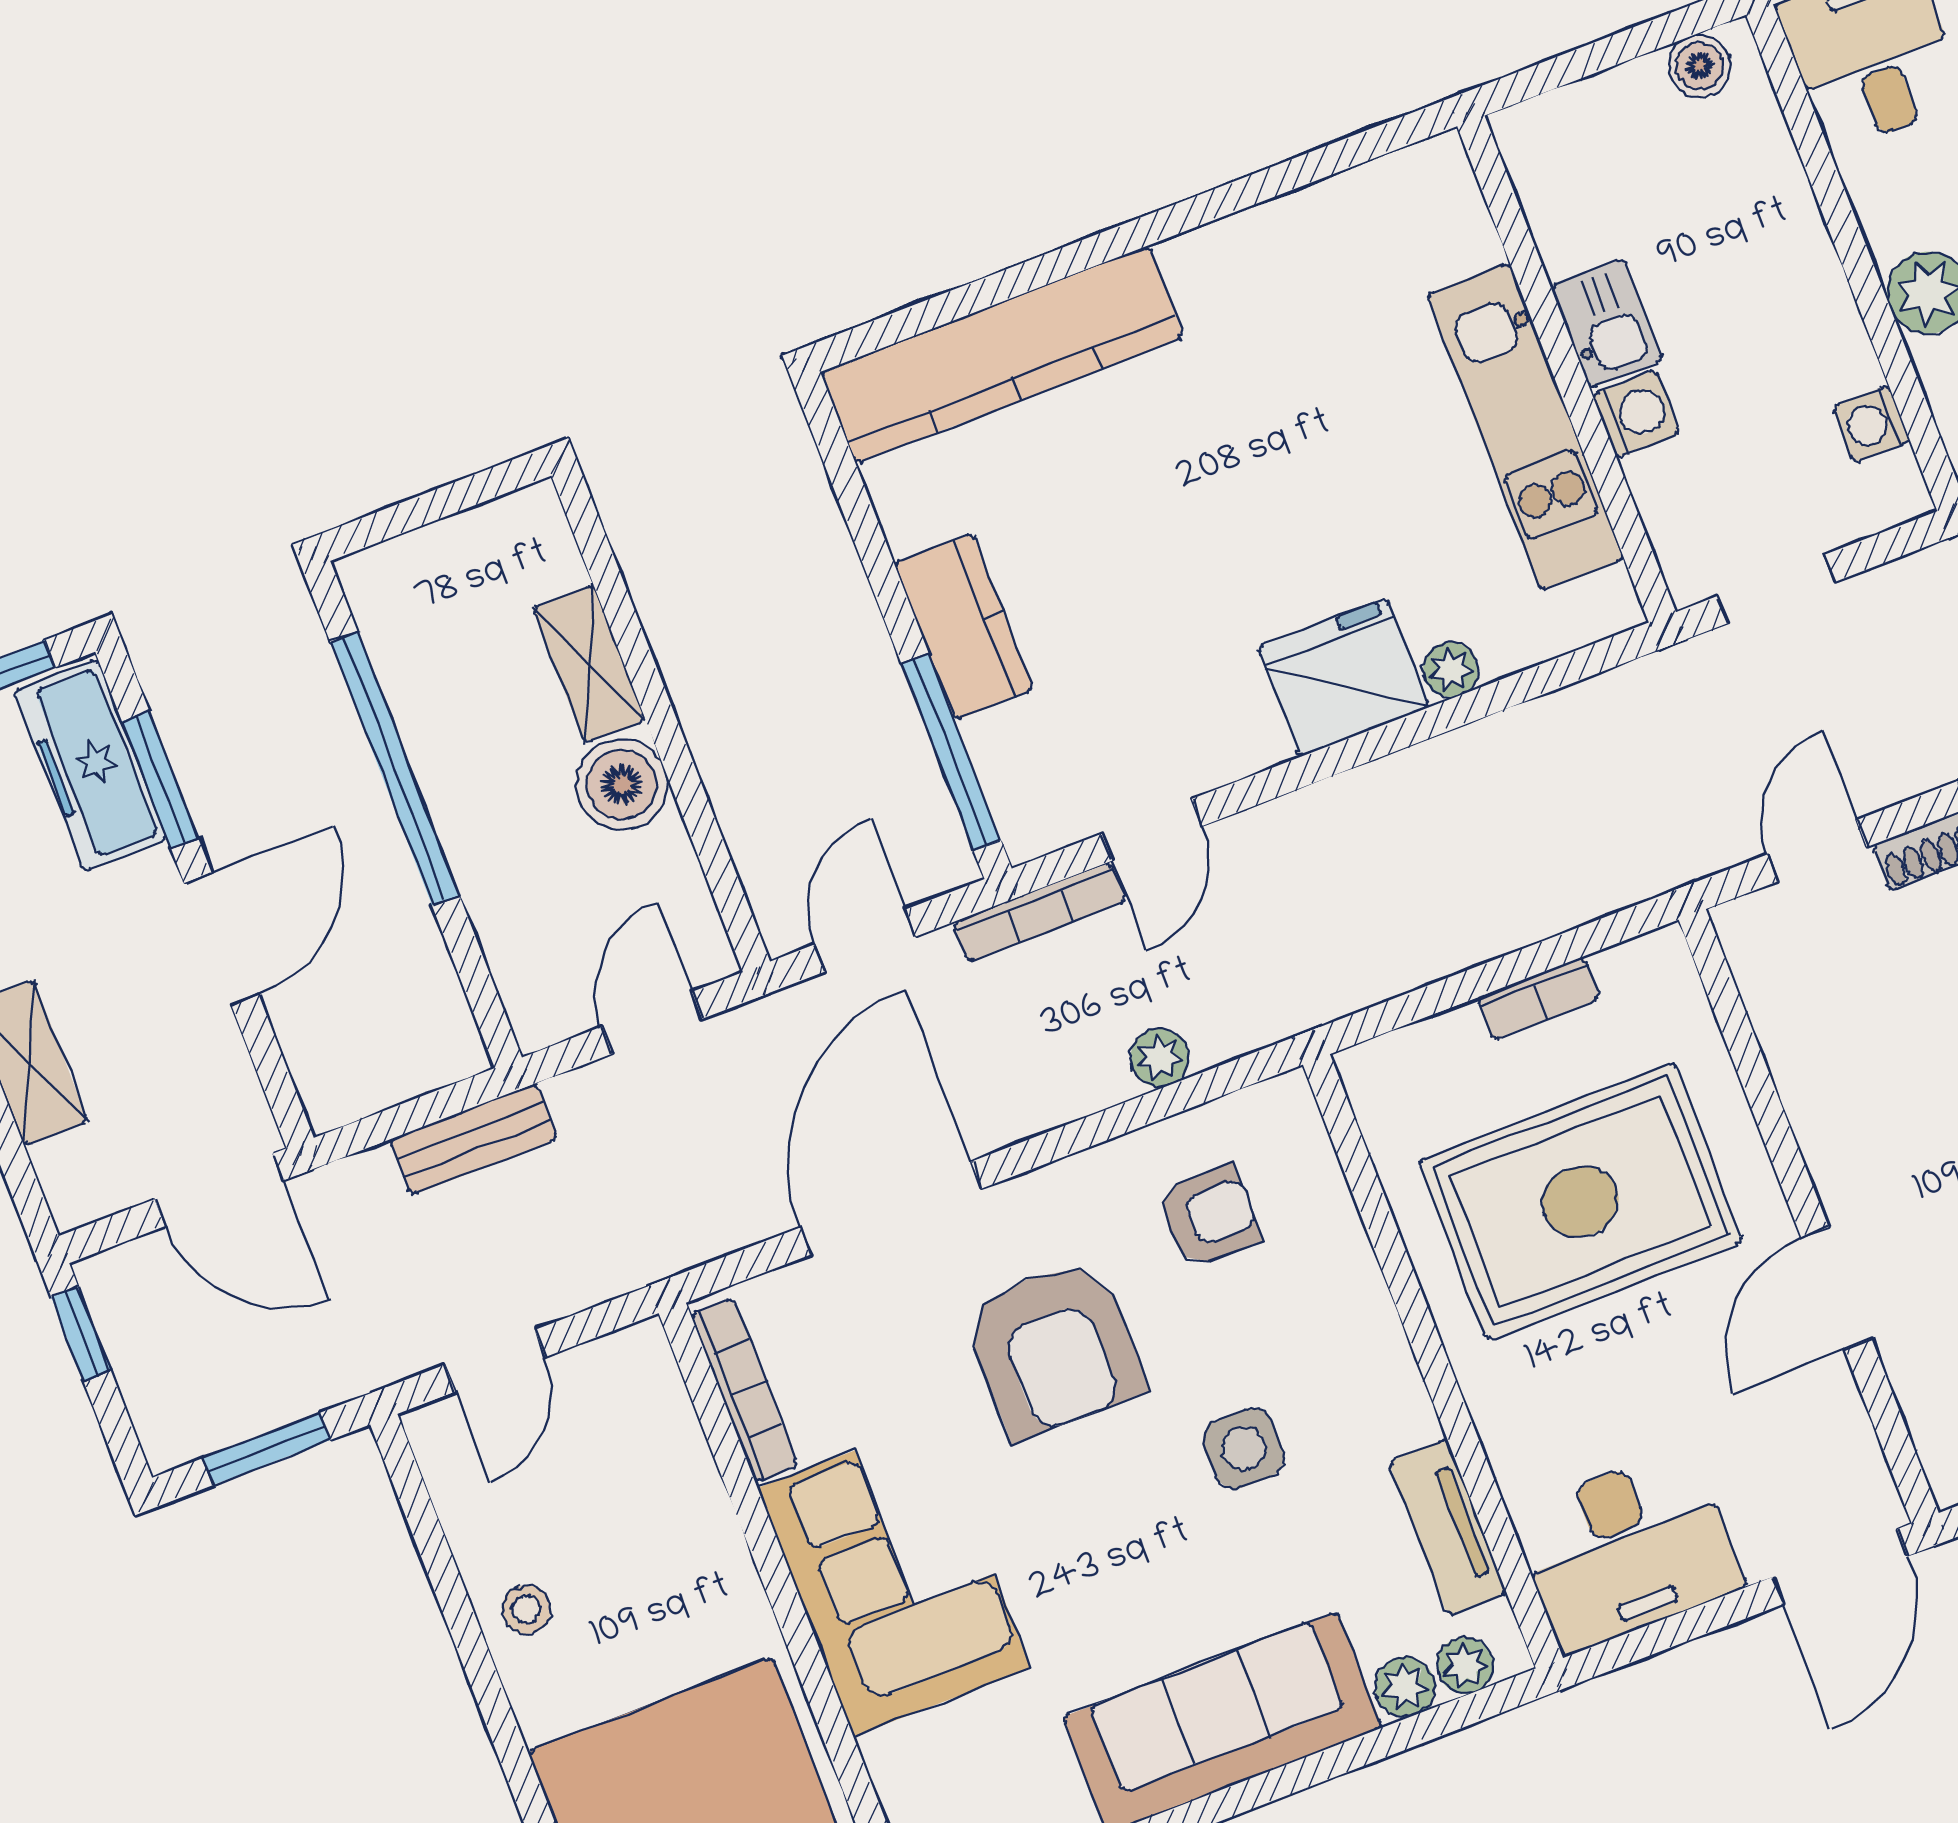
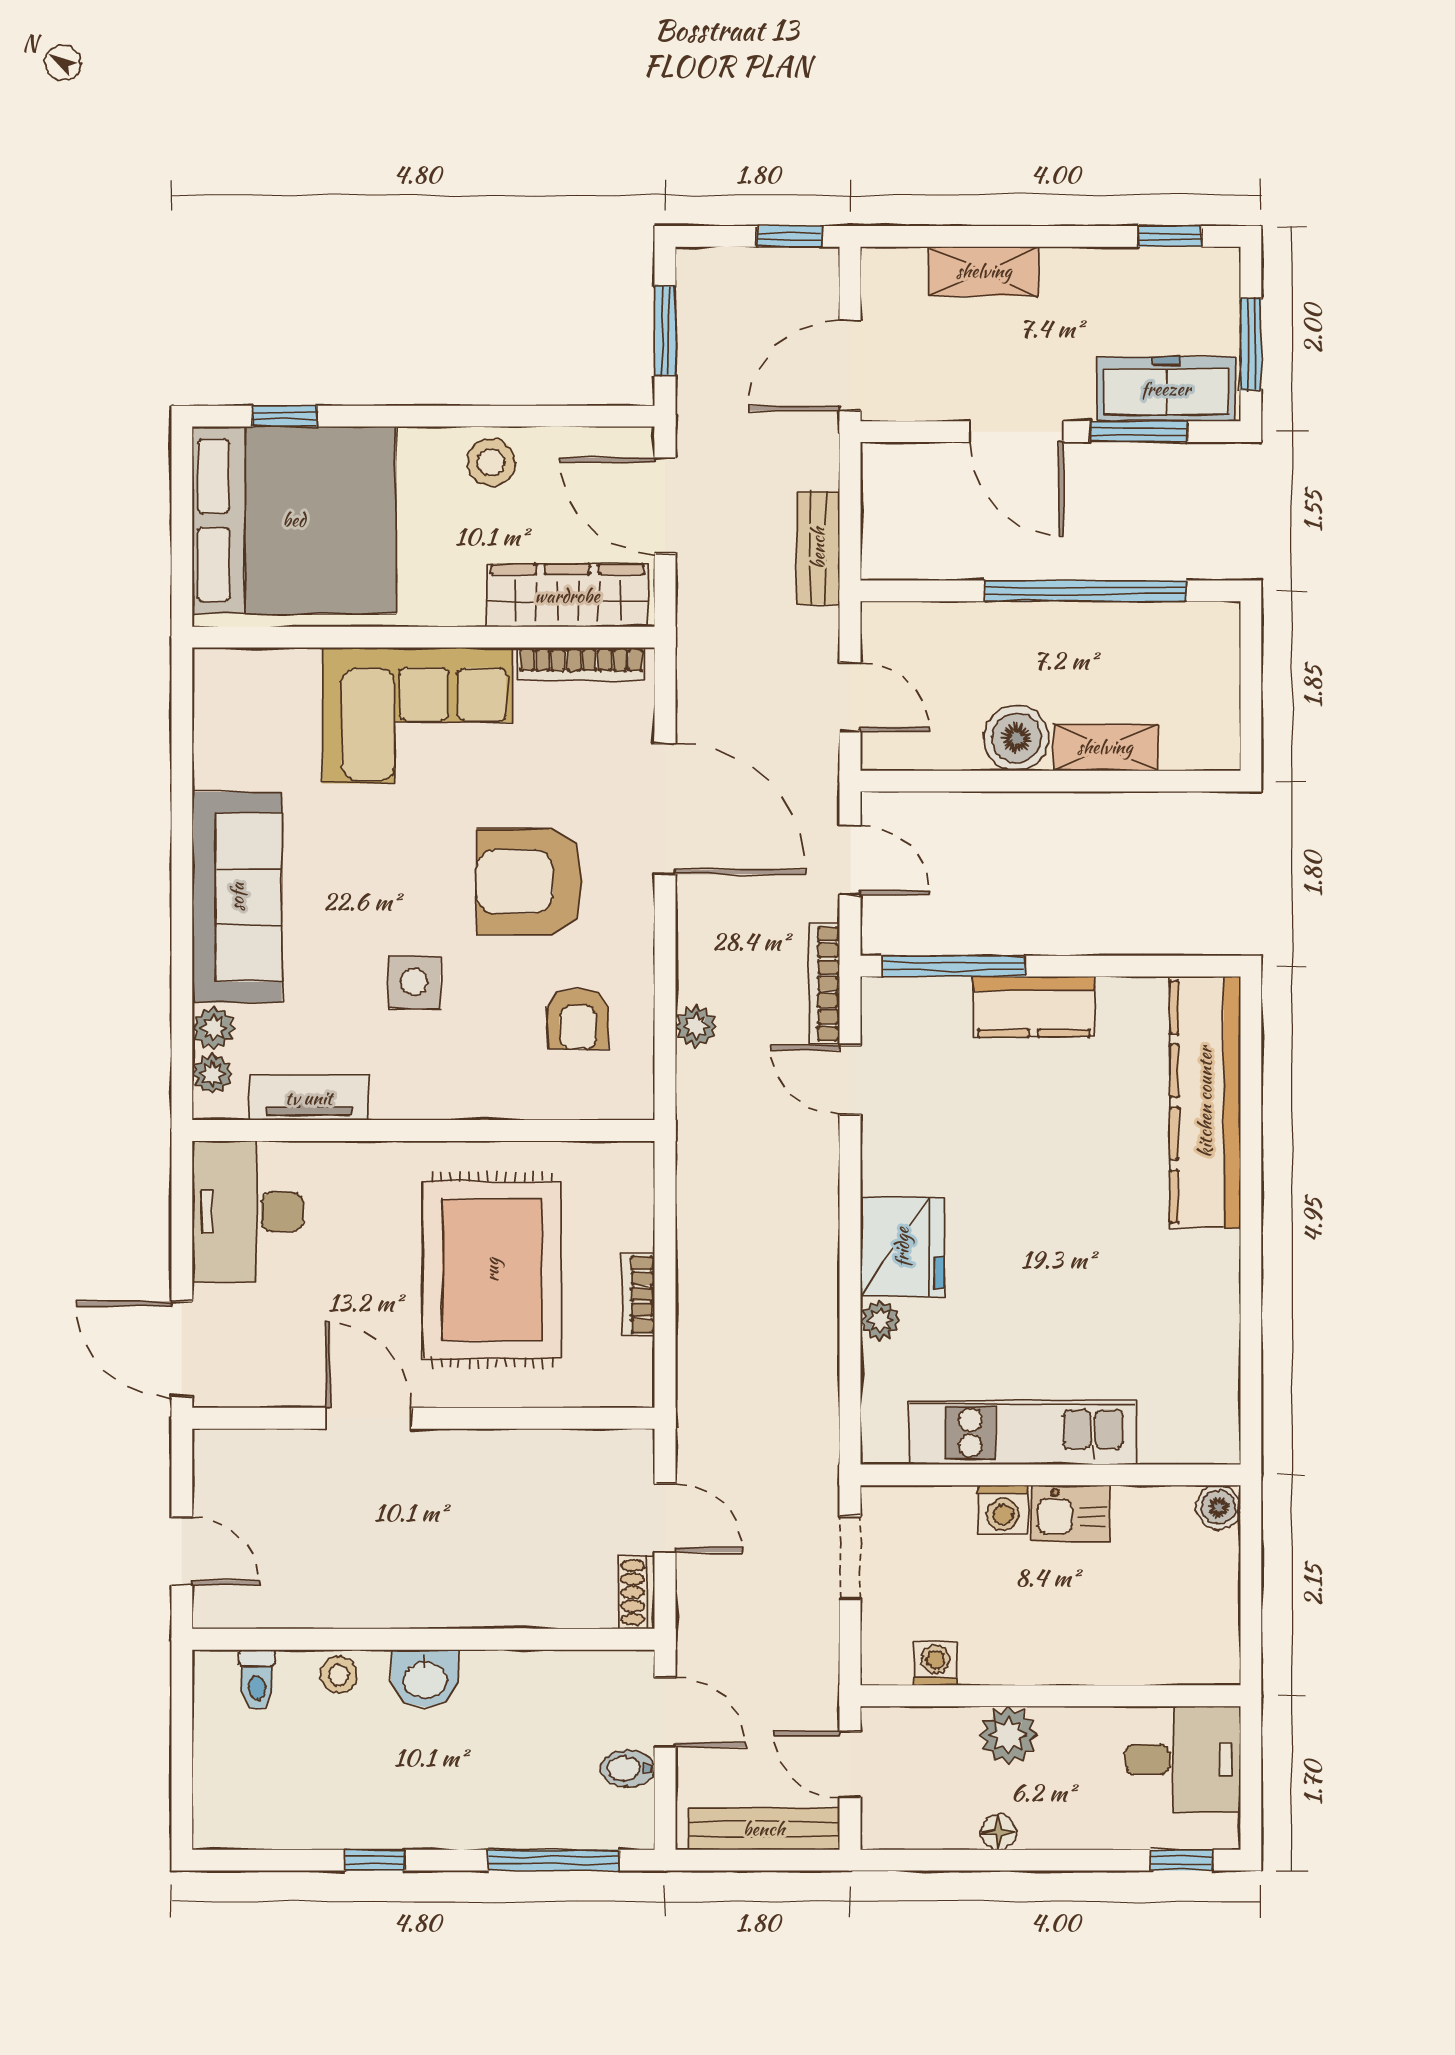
boiler: (1699, 66) -> (1218, 1507), moved
door: (495, 1361) -> (665, 505), width x1.38
wardrobe: (662, 1443) -> (567, 596), added
stool: (526, 1610) -> (491, 462), width x1.37, depth x1.37

